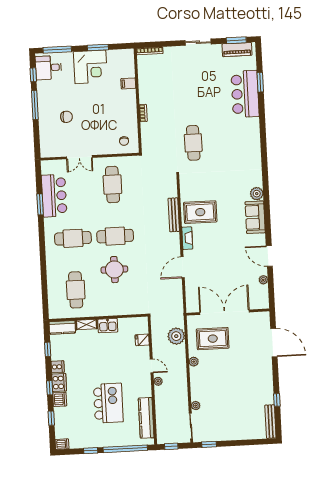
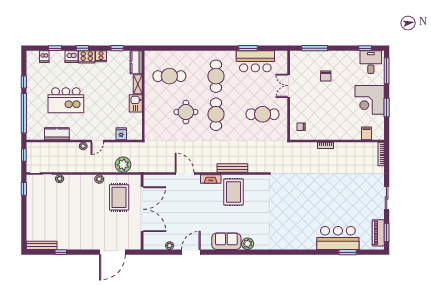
filing cabinet: (128, 83) -> (366, 133), moved
window: (35, 105) -> (315, 48), moved
cafe table: (193, 143) -> (296, 189), removed
kitchen counter: (146, 418) -> (57, 134), width x0.67
dishwasher: (62, 444) -> (44, 57), moved

